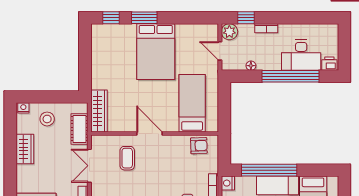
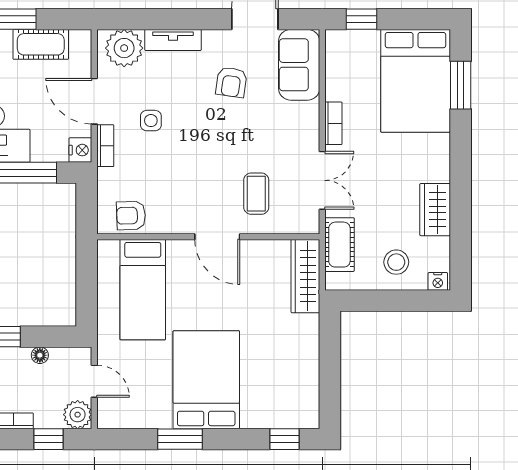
window: (144, 18) -> (180, 439), moved

